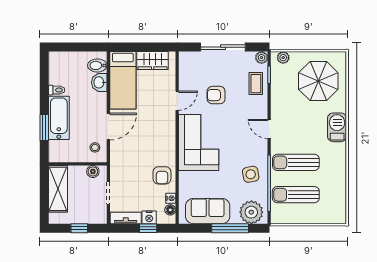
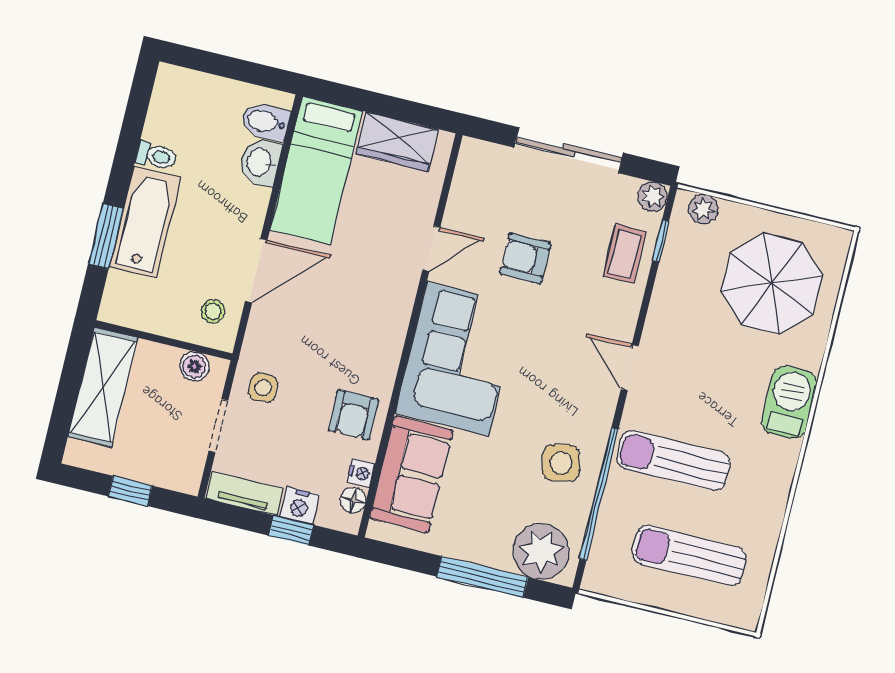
side table: (123, 173) -> (263, 388), added
sun lounger: (296, 195) -> (689, 555), moved
sofa: (208, 211) -> (411, 474), moved, turned 90

